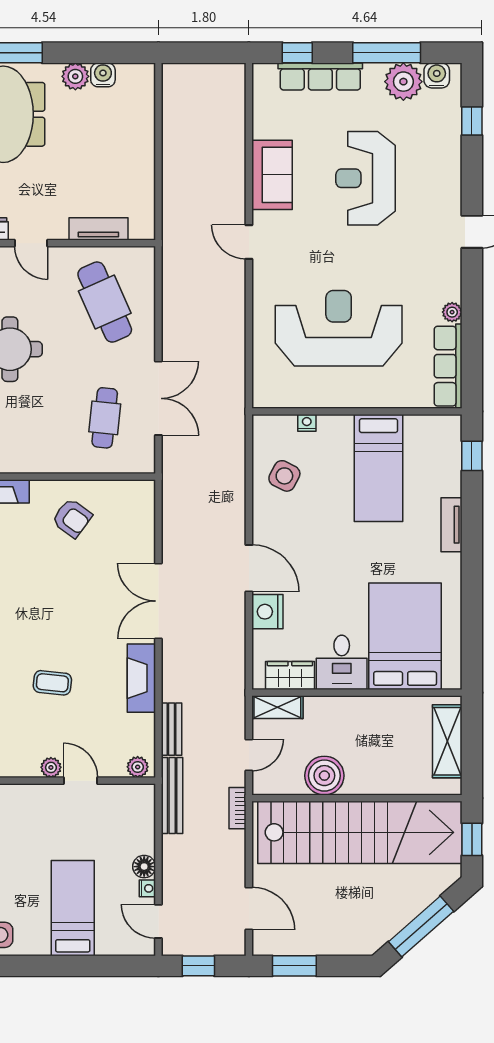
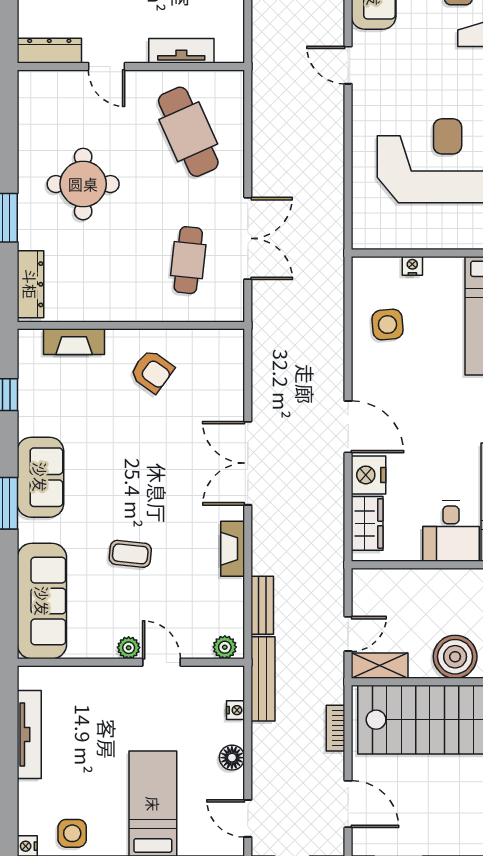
side table: (284, 476) -> (388, 325), turned -32
wardrobe: (290, 675) -> (367, 523), moved, turned 90
fireplace: (141, 678) -> (233, 549), width x0.73, depth x0.76
shelving: (277, 707) -> (380, 666), moved
boiler: (324, 776) -> (455, 657), moved
bookcase: (238, 808) -> (336, 728), moved
nightstand: (147, 888) -> (236, 710), moved

